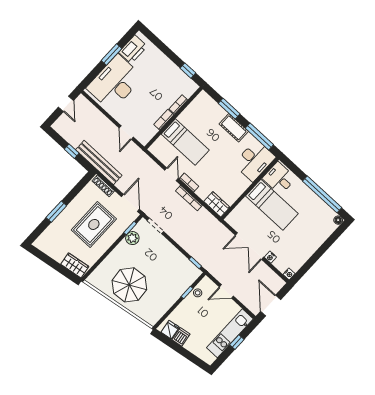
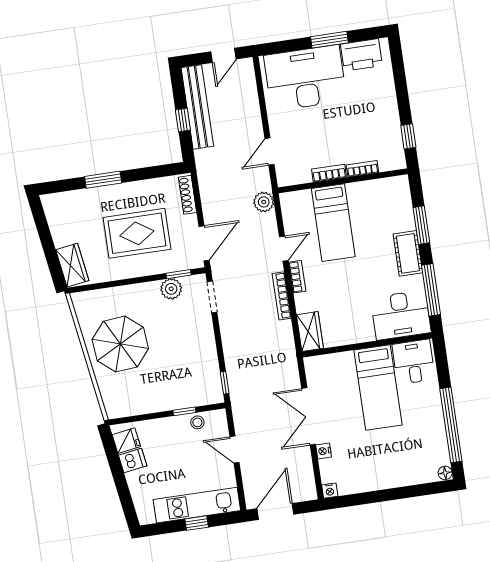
plant: (143, 159) -> (264, 202), added
bench: (99, 162) -> (197, 107), moved

